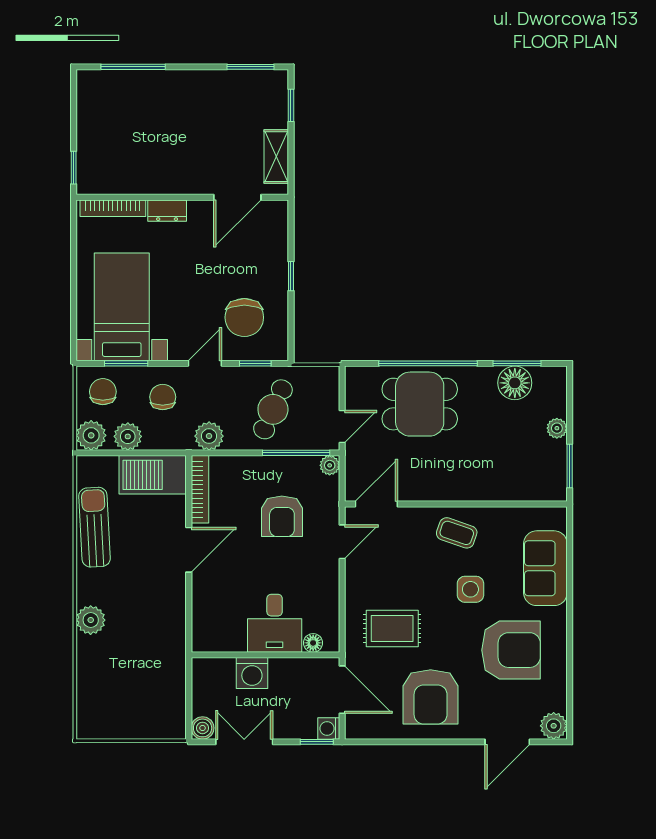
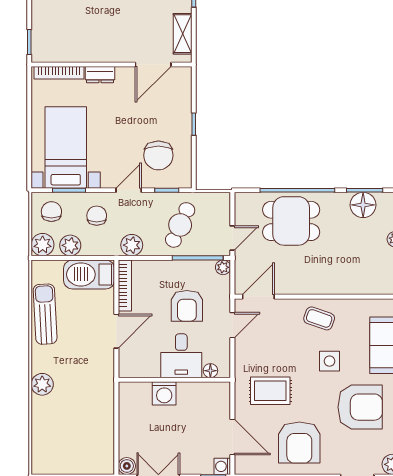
desk: (275, 623) -> (181, 356), moved
floor lamp: (313, 643) -> (210, 371), moved
wall: (265, 655) -> (174, 380), moved
washing machine: (252, 673) -> (164, 393), moved

